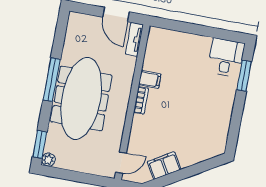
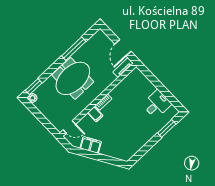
desk: (226, 58) -> (157, 104), moved
filing cabinet: (150, 79) -> (95, 114), moved
window: (52, 80) -> (74, 49), moved
meeting table: (81, 98) -> (73, 78), width x0.73

